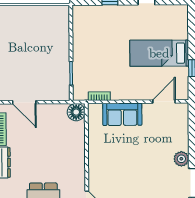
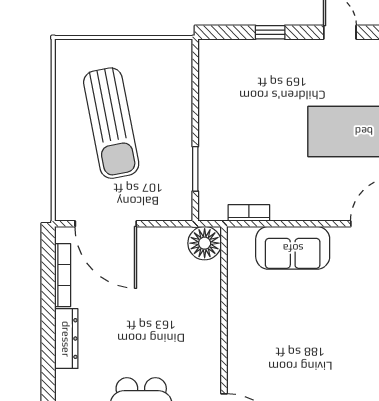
sun lounger: (27, 50) -> (111, 123), added
door: (24, 102) -> (106, 224), width x1.36

